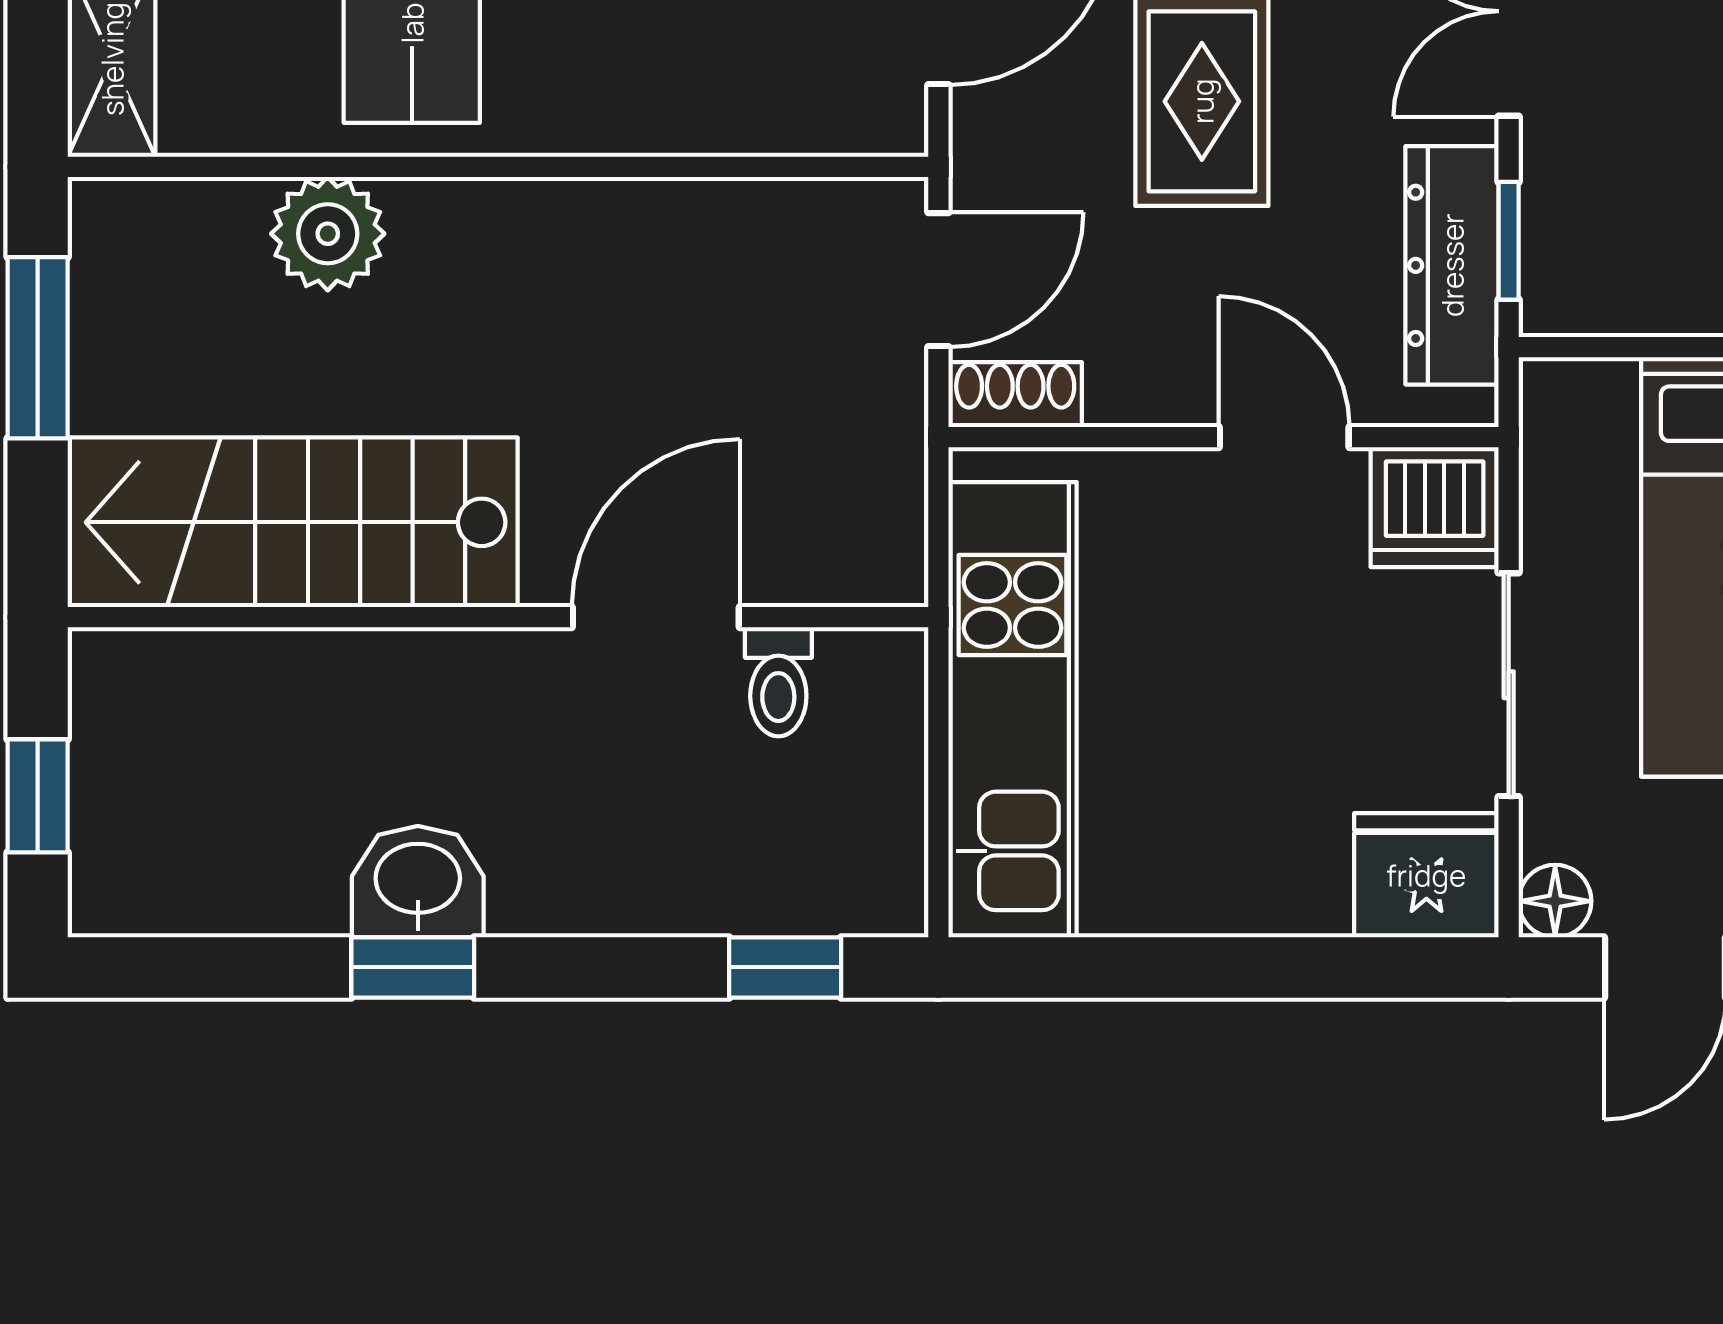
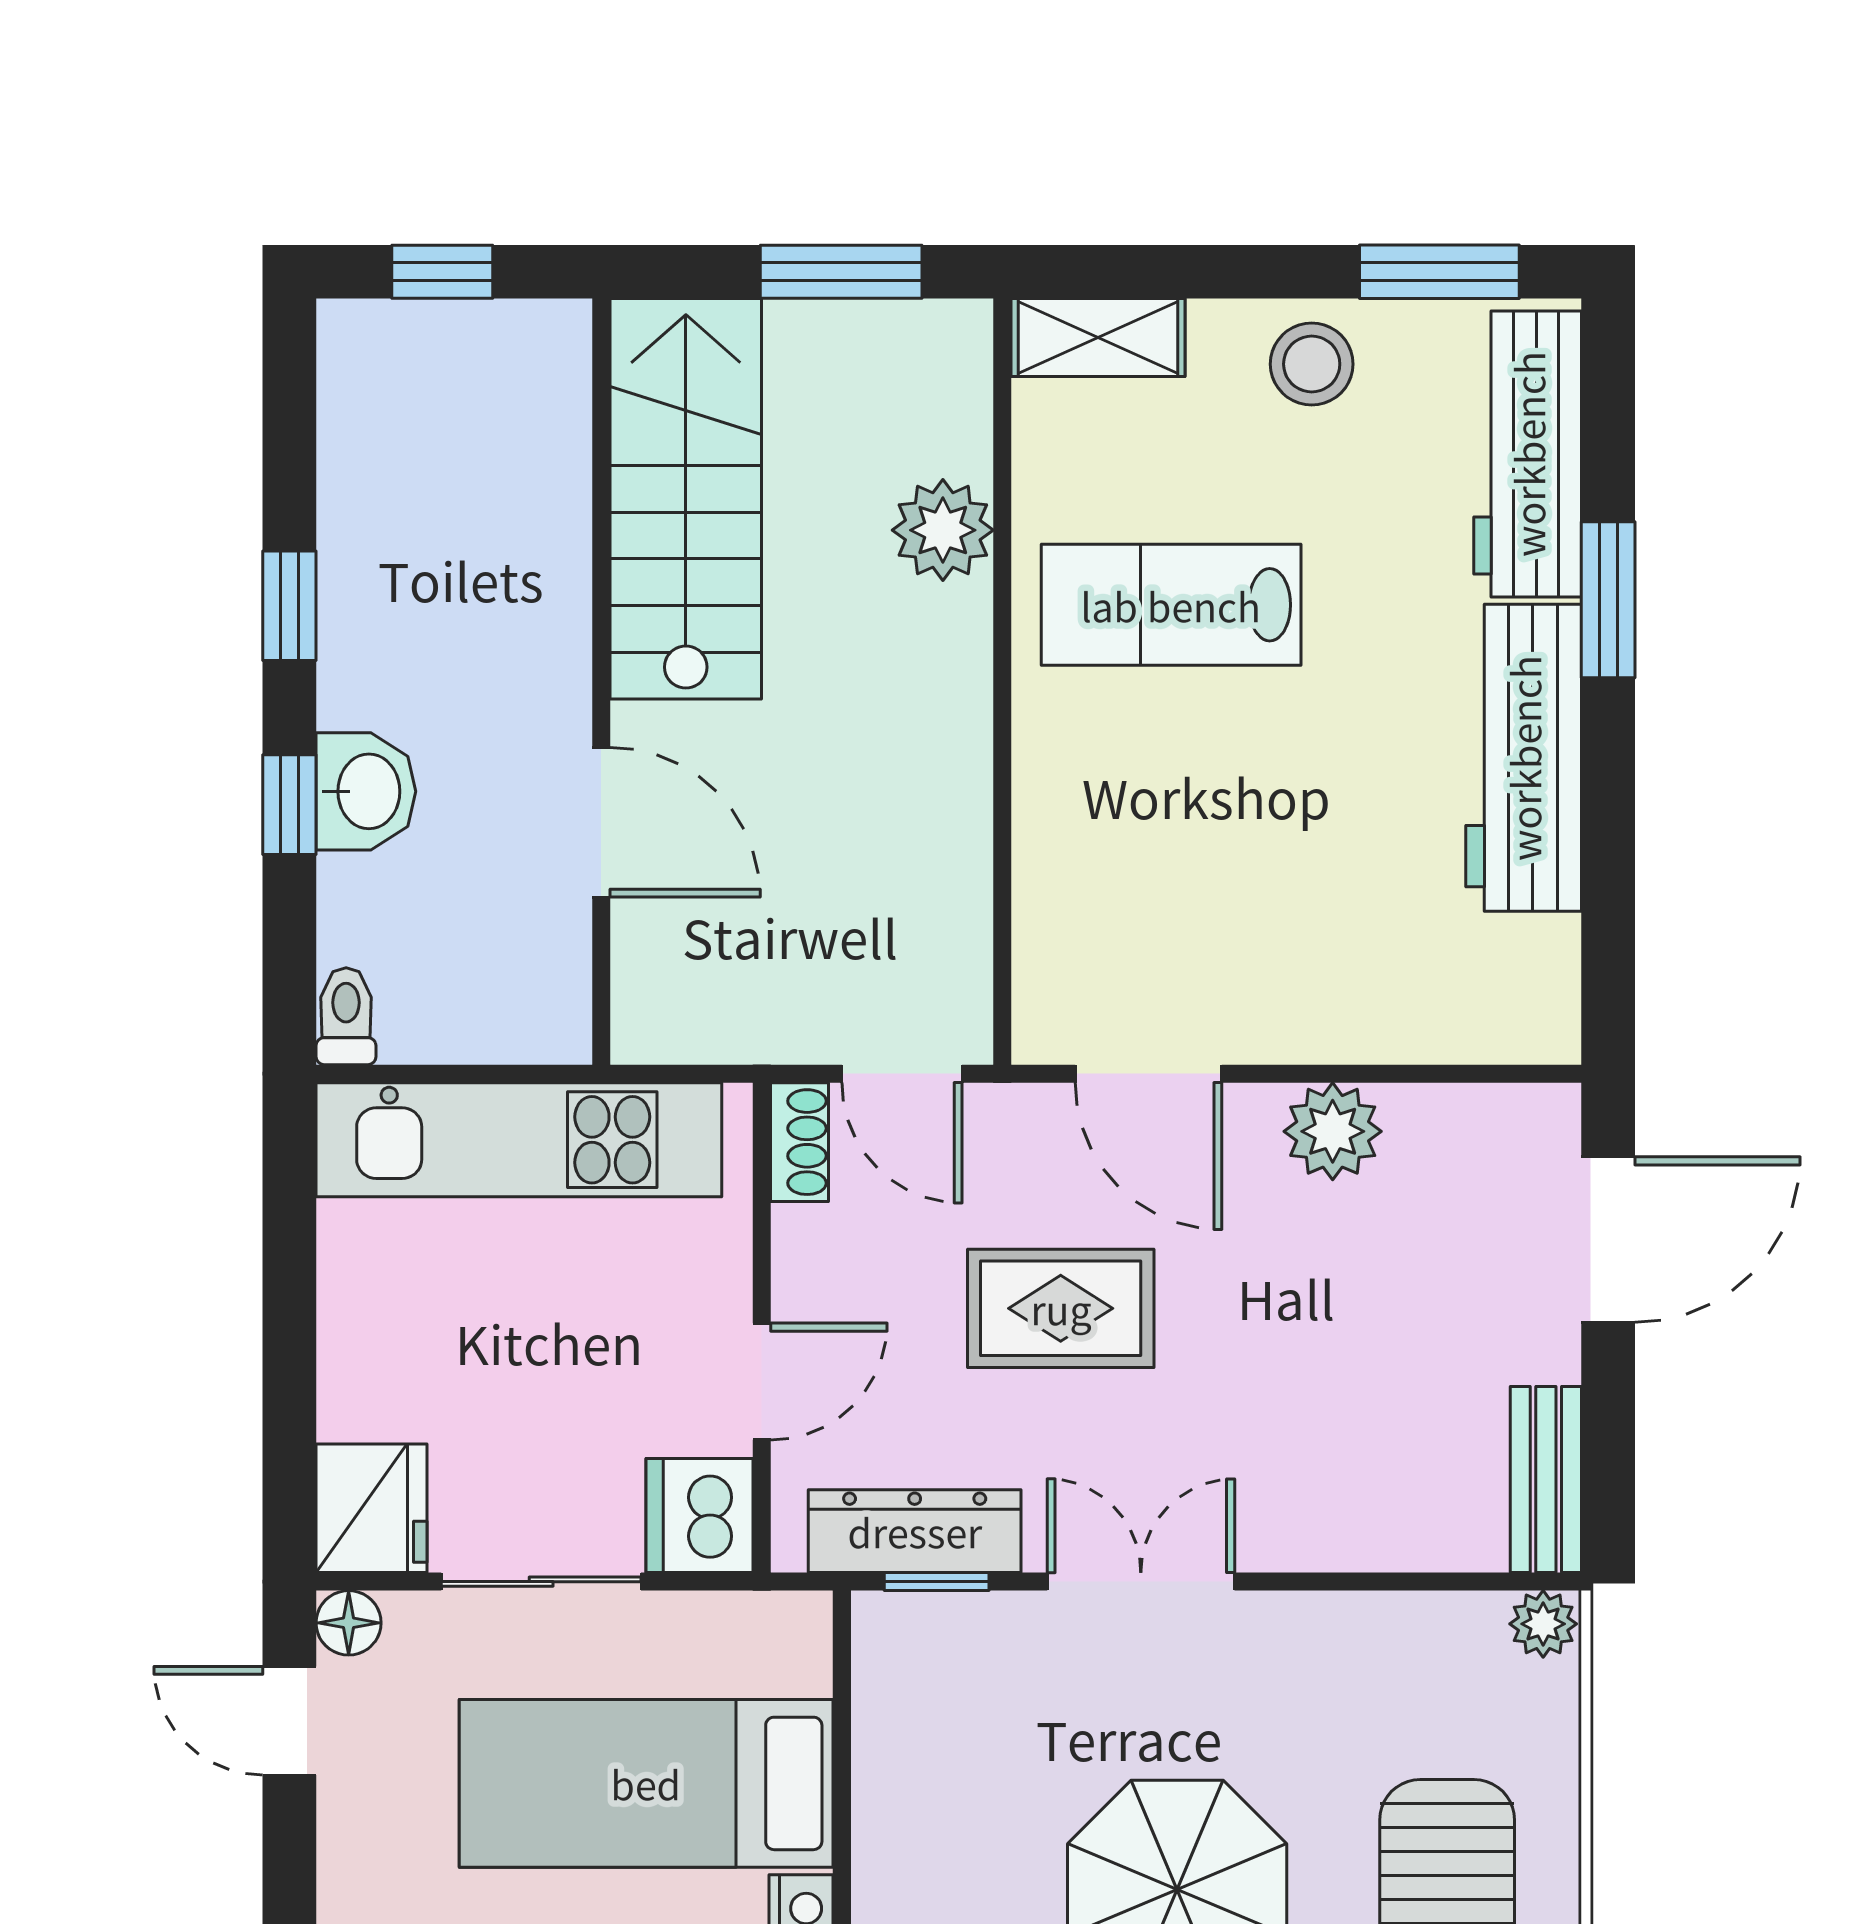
toilet: (778, 682) -> (346, 1016), moved, turned 90
washbasin: (418, 882) -> (366, 791), moved
window: (785, 967) -> (289, 805), moved

